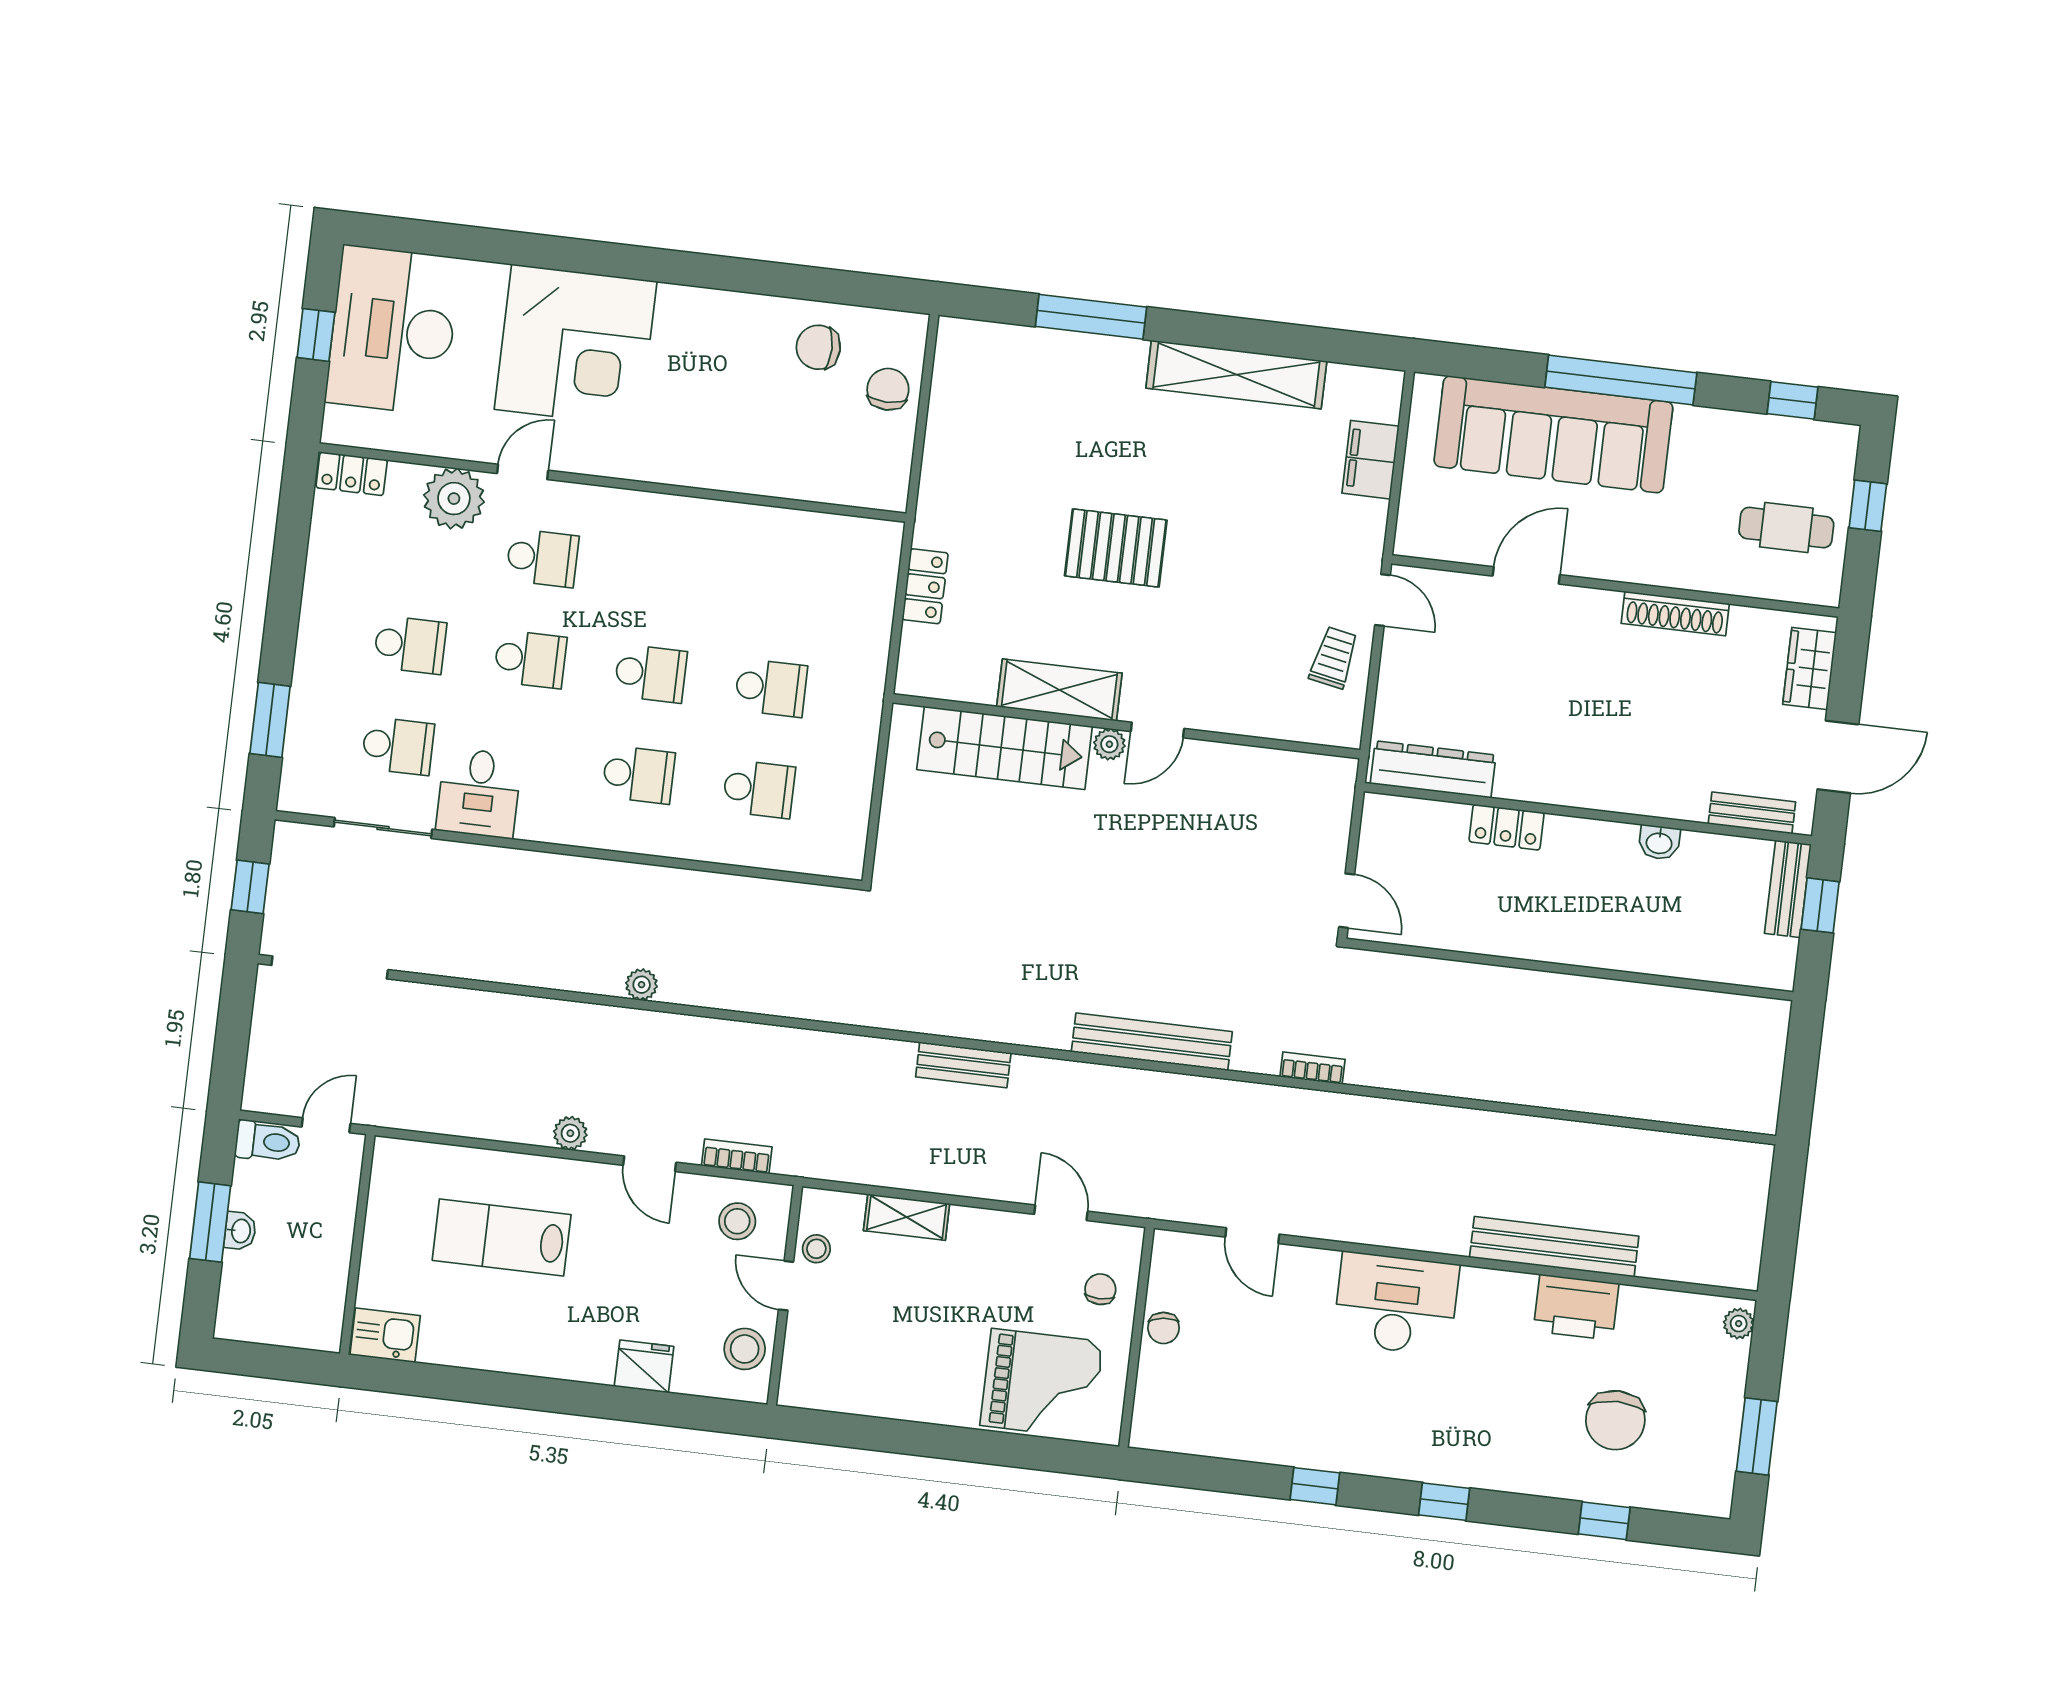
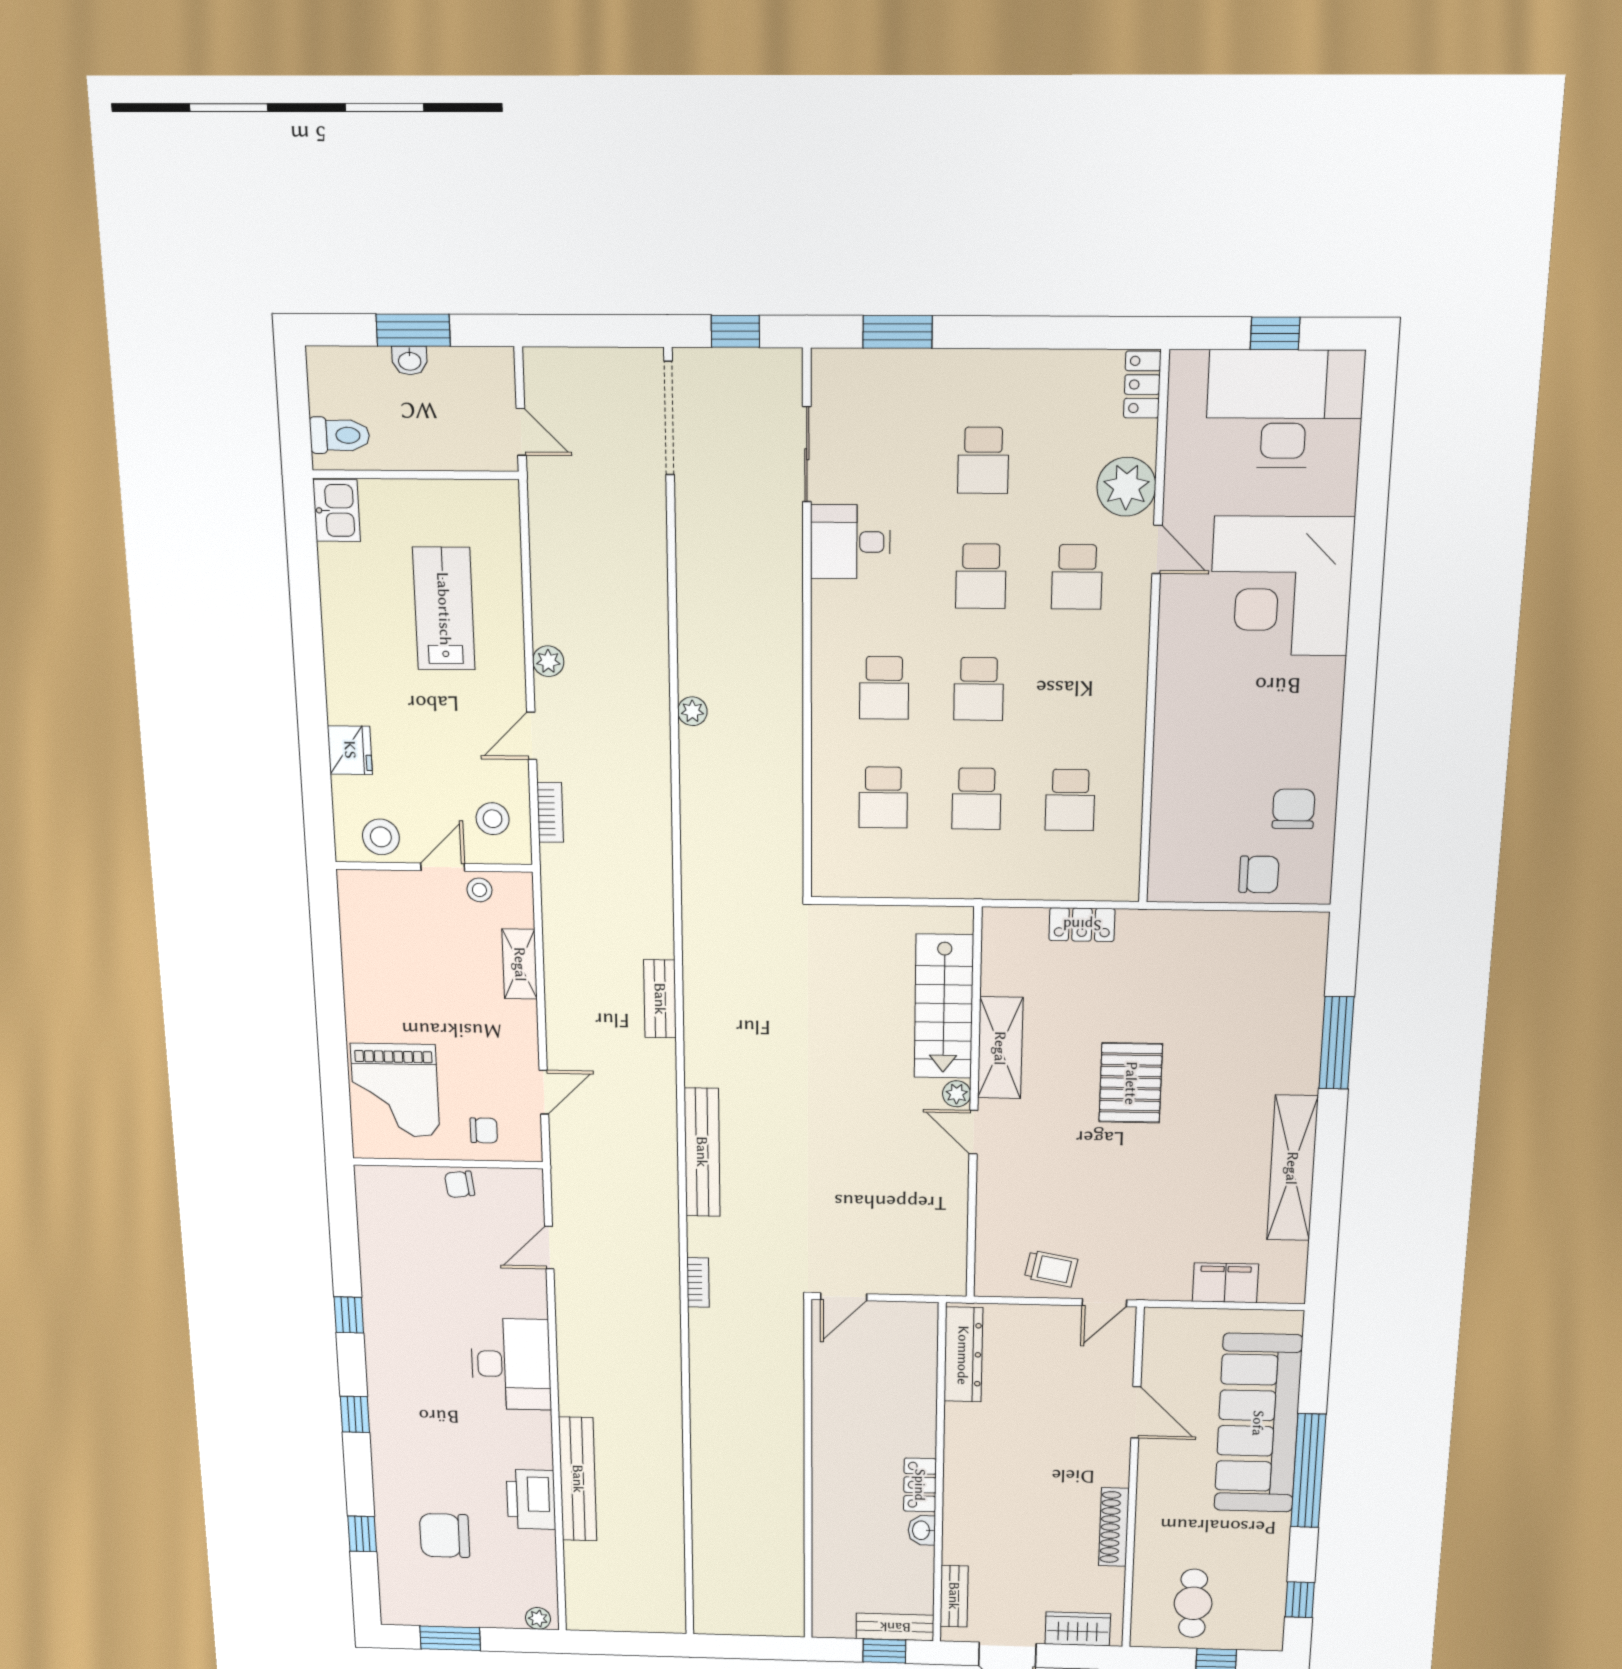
school desk: (398, 746) -> (1070, 800), moved
locker: (1507, 827) -> (920, 1485), moved
toilet: (268, 1142) -> (340, 435), moved, turned -90

